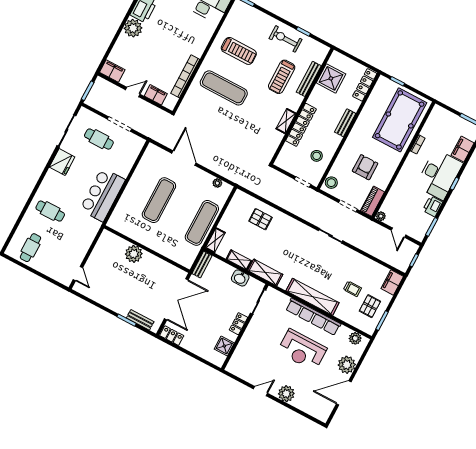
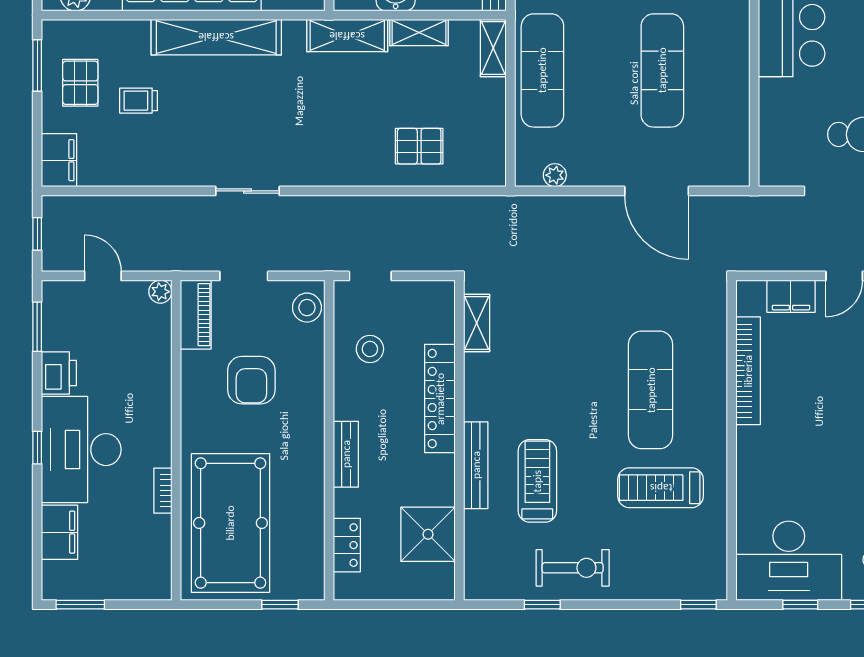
bench: (309, 79) -> (476, 465), moved
locker: (365, 85) -> (347, 545), width x0.66
exercise mat: (224, 88) -> (651, 390), turned 90
shelving: (286, 121) -> (477, 323), moved

